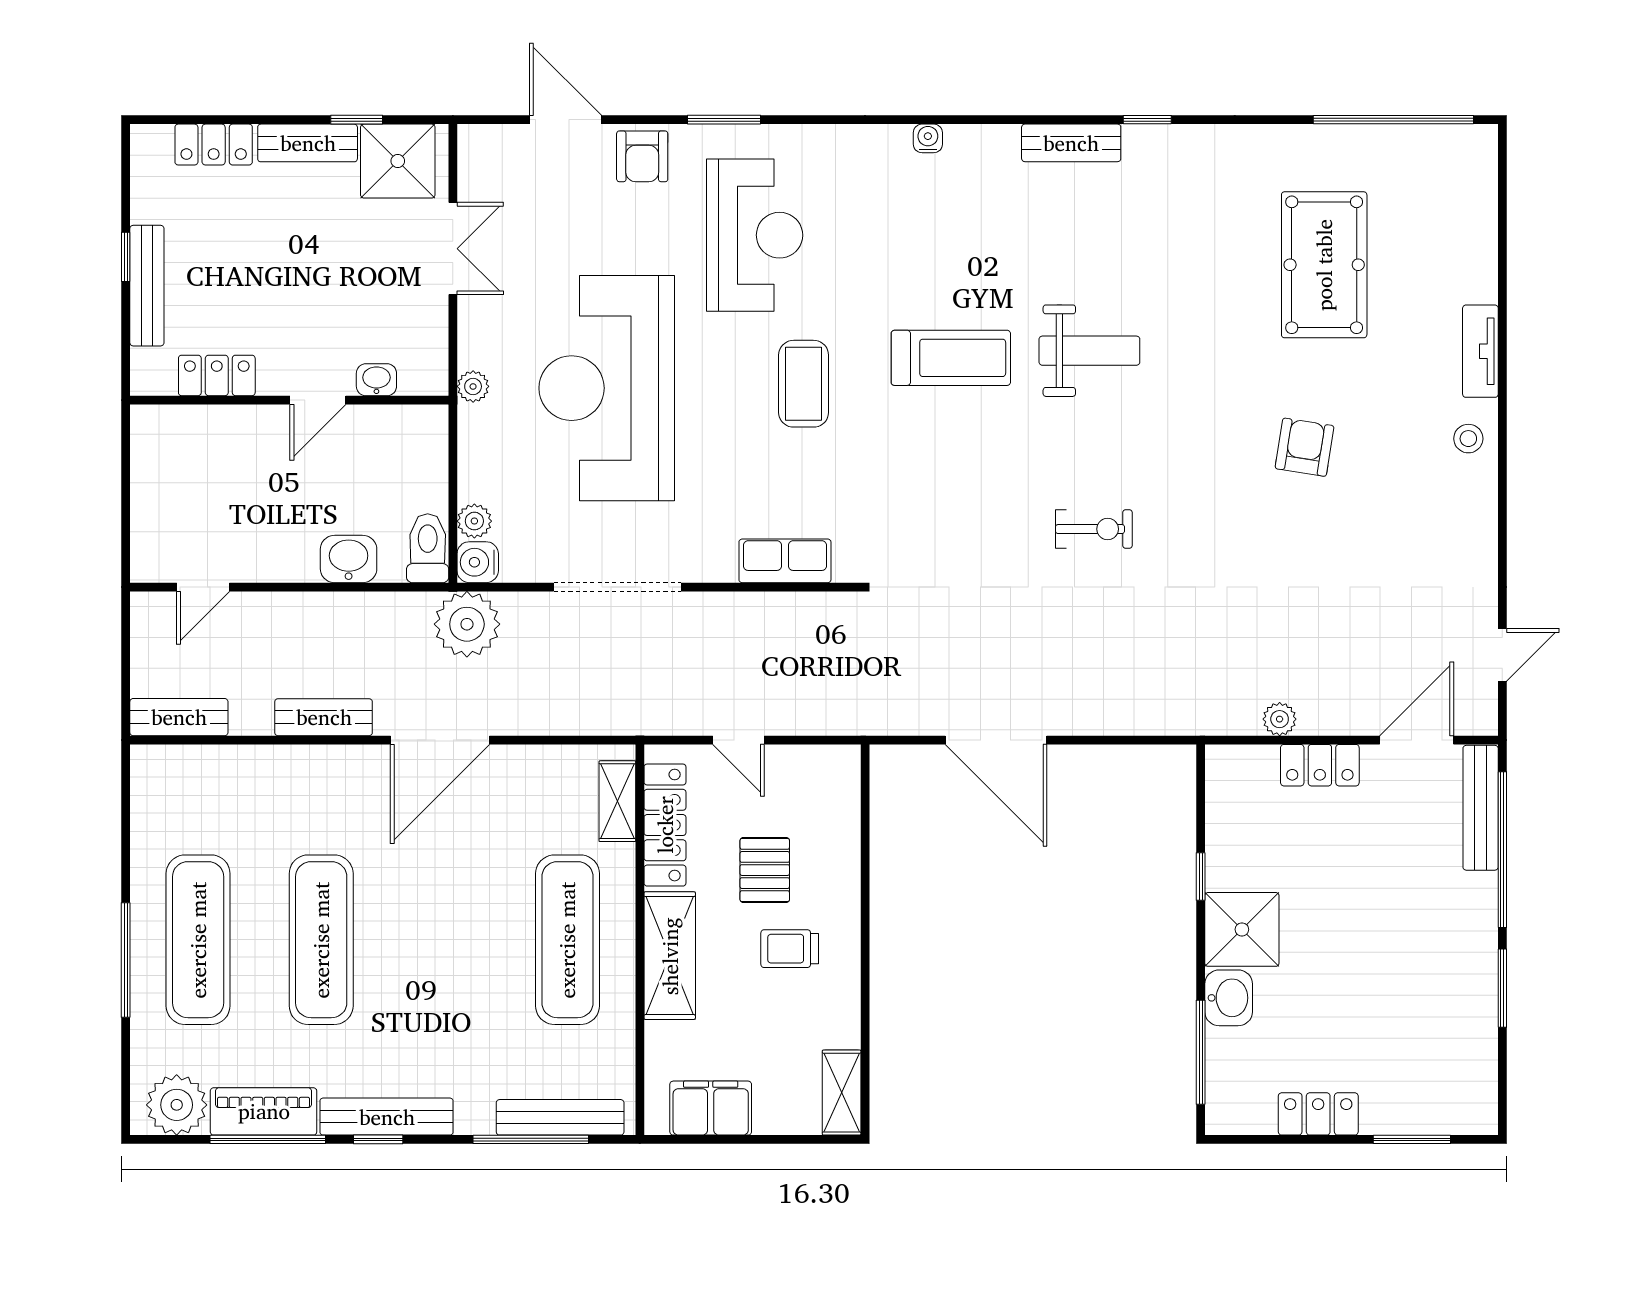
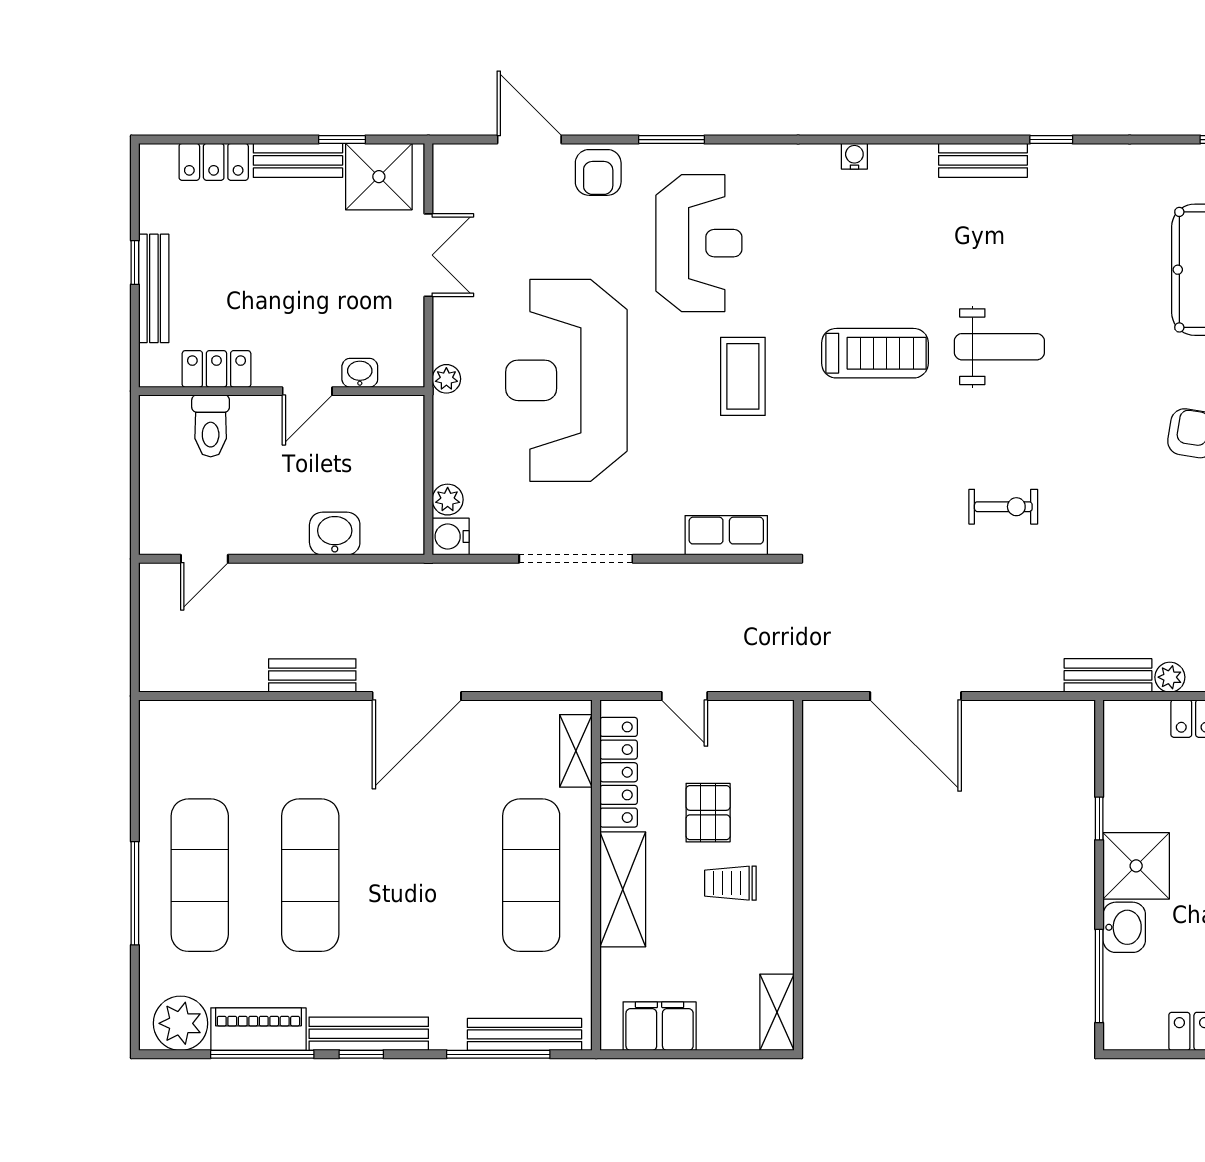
toilet: (428, 548) -> (211, 426), moved, turned 180
plant: (467, 624) -> (441, 592), removed
bench: (179, 717) -> (1108, 675), moved

